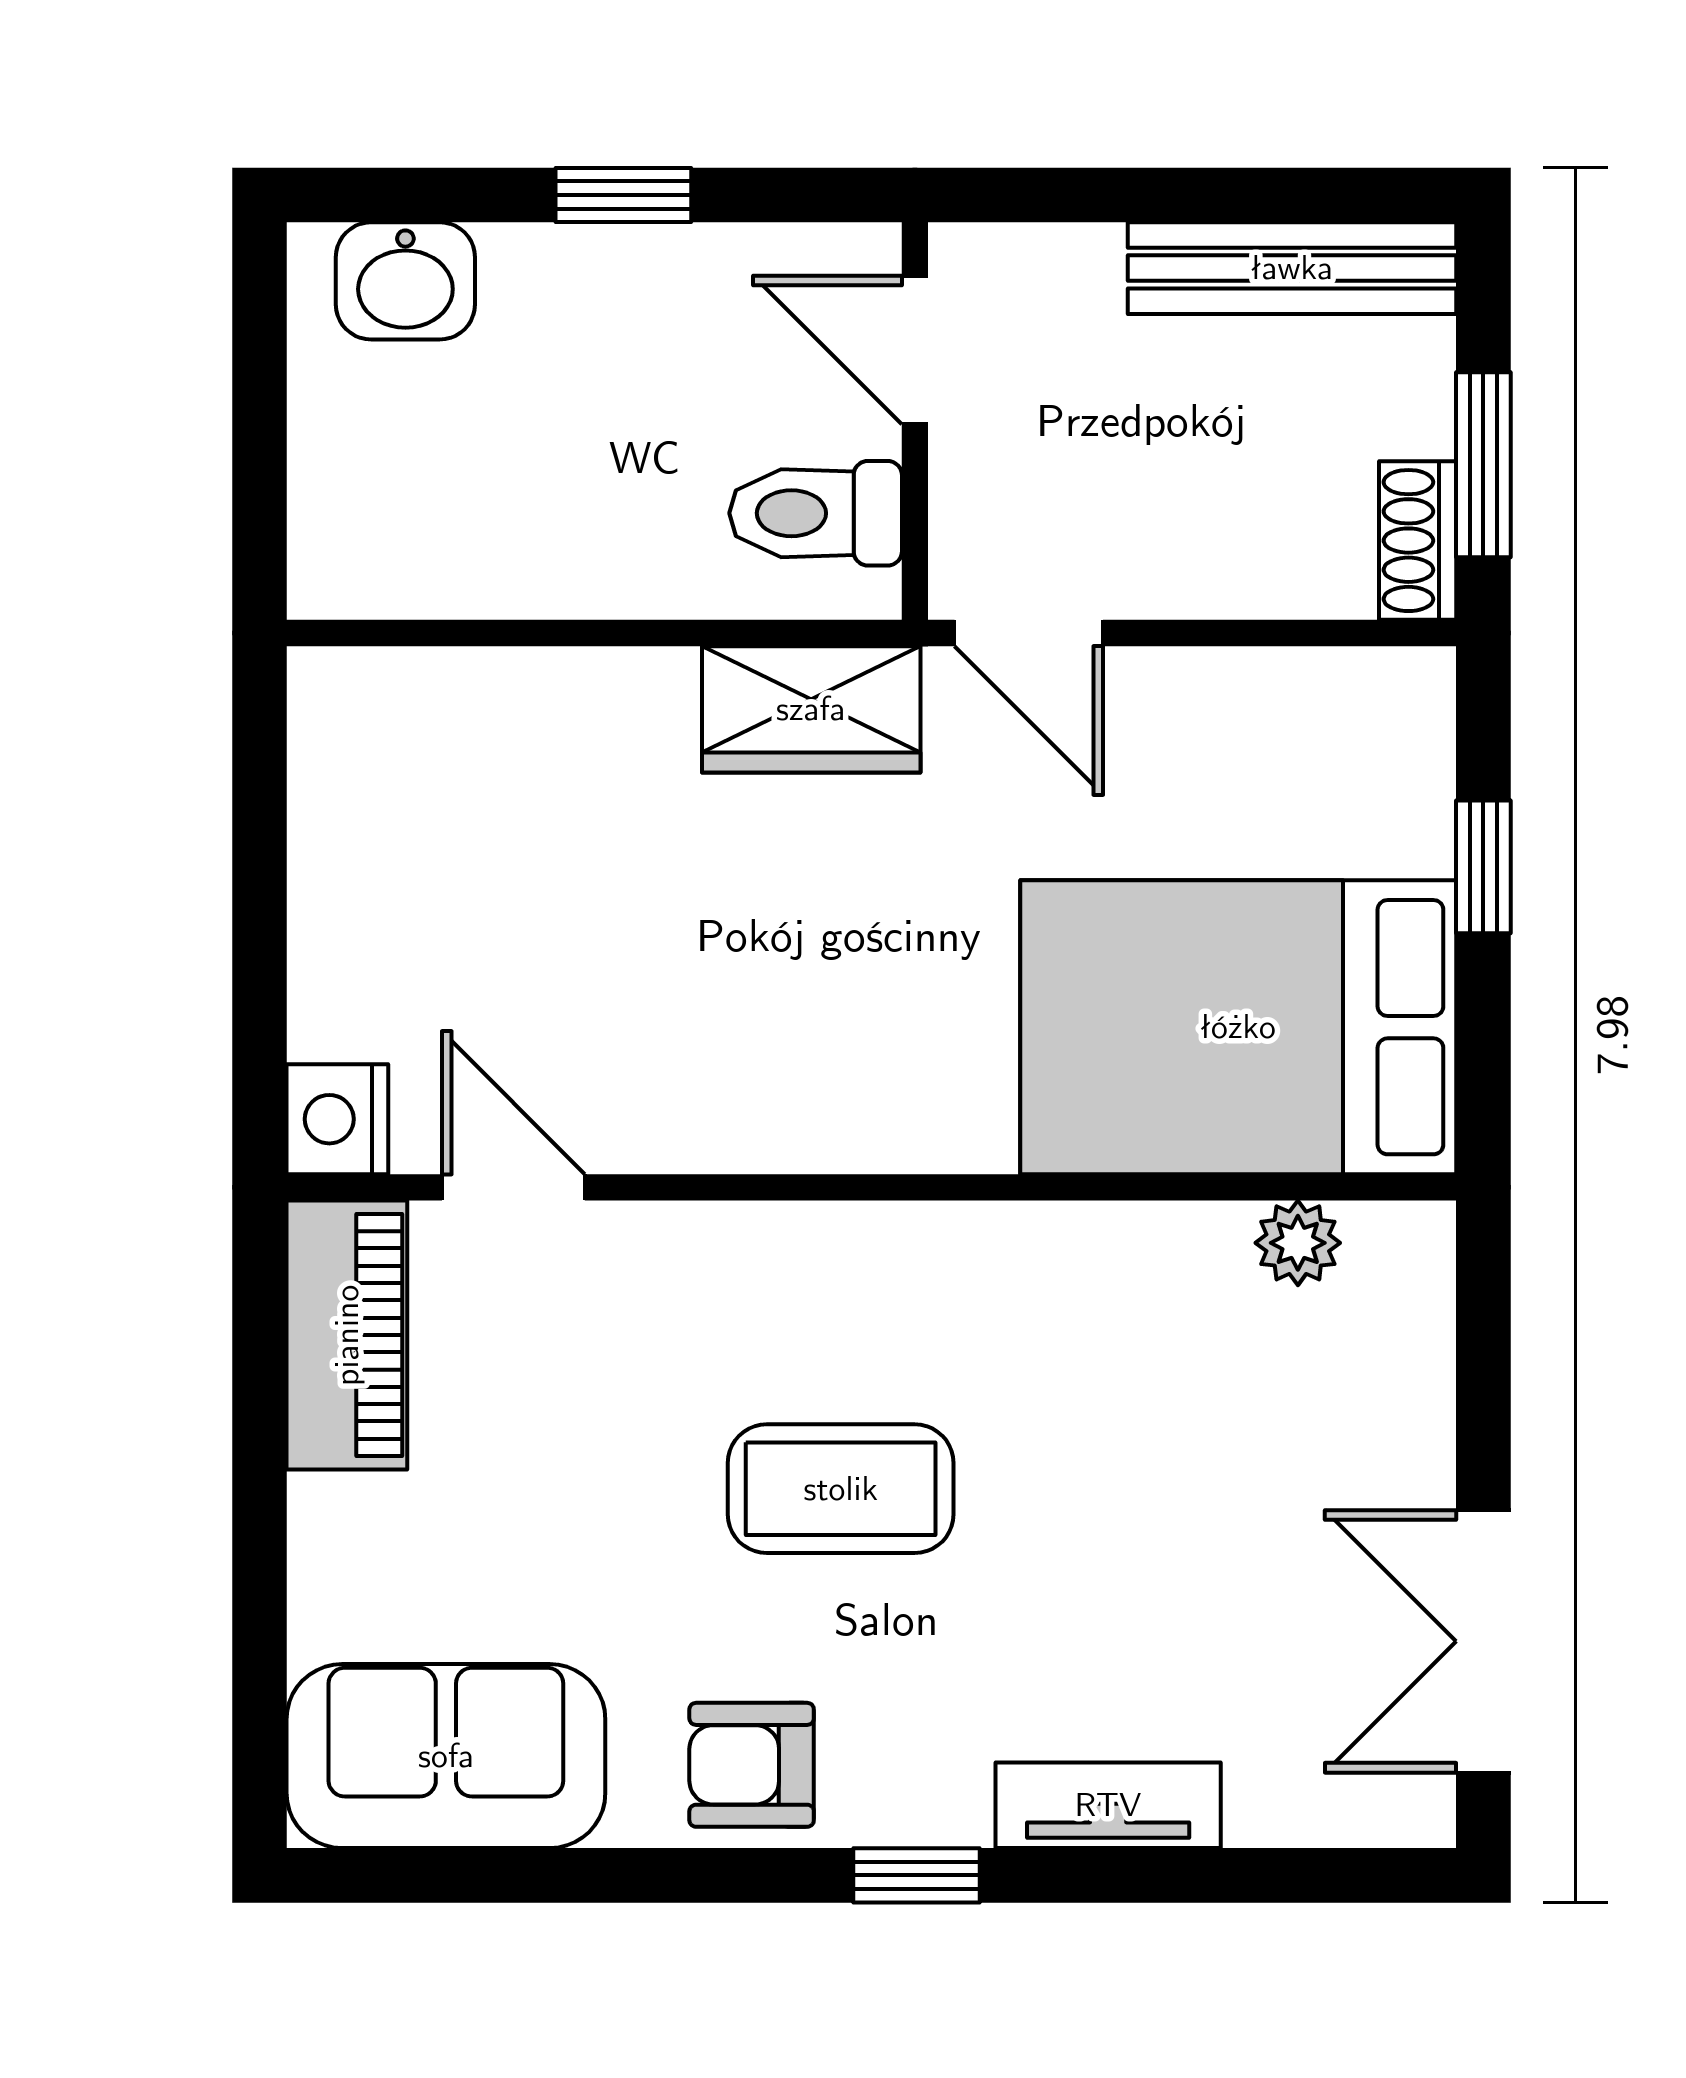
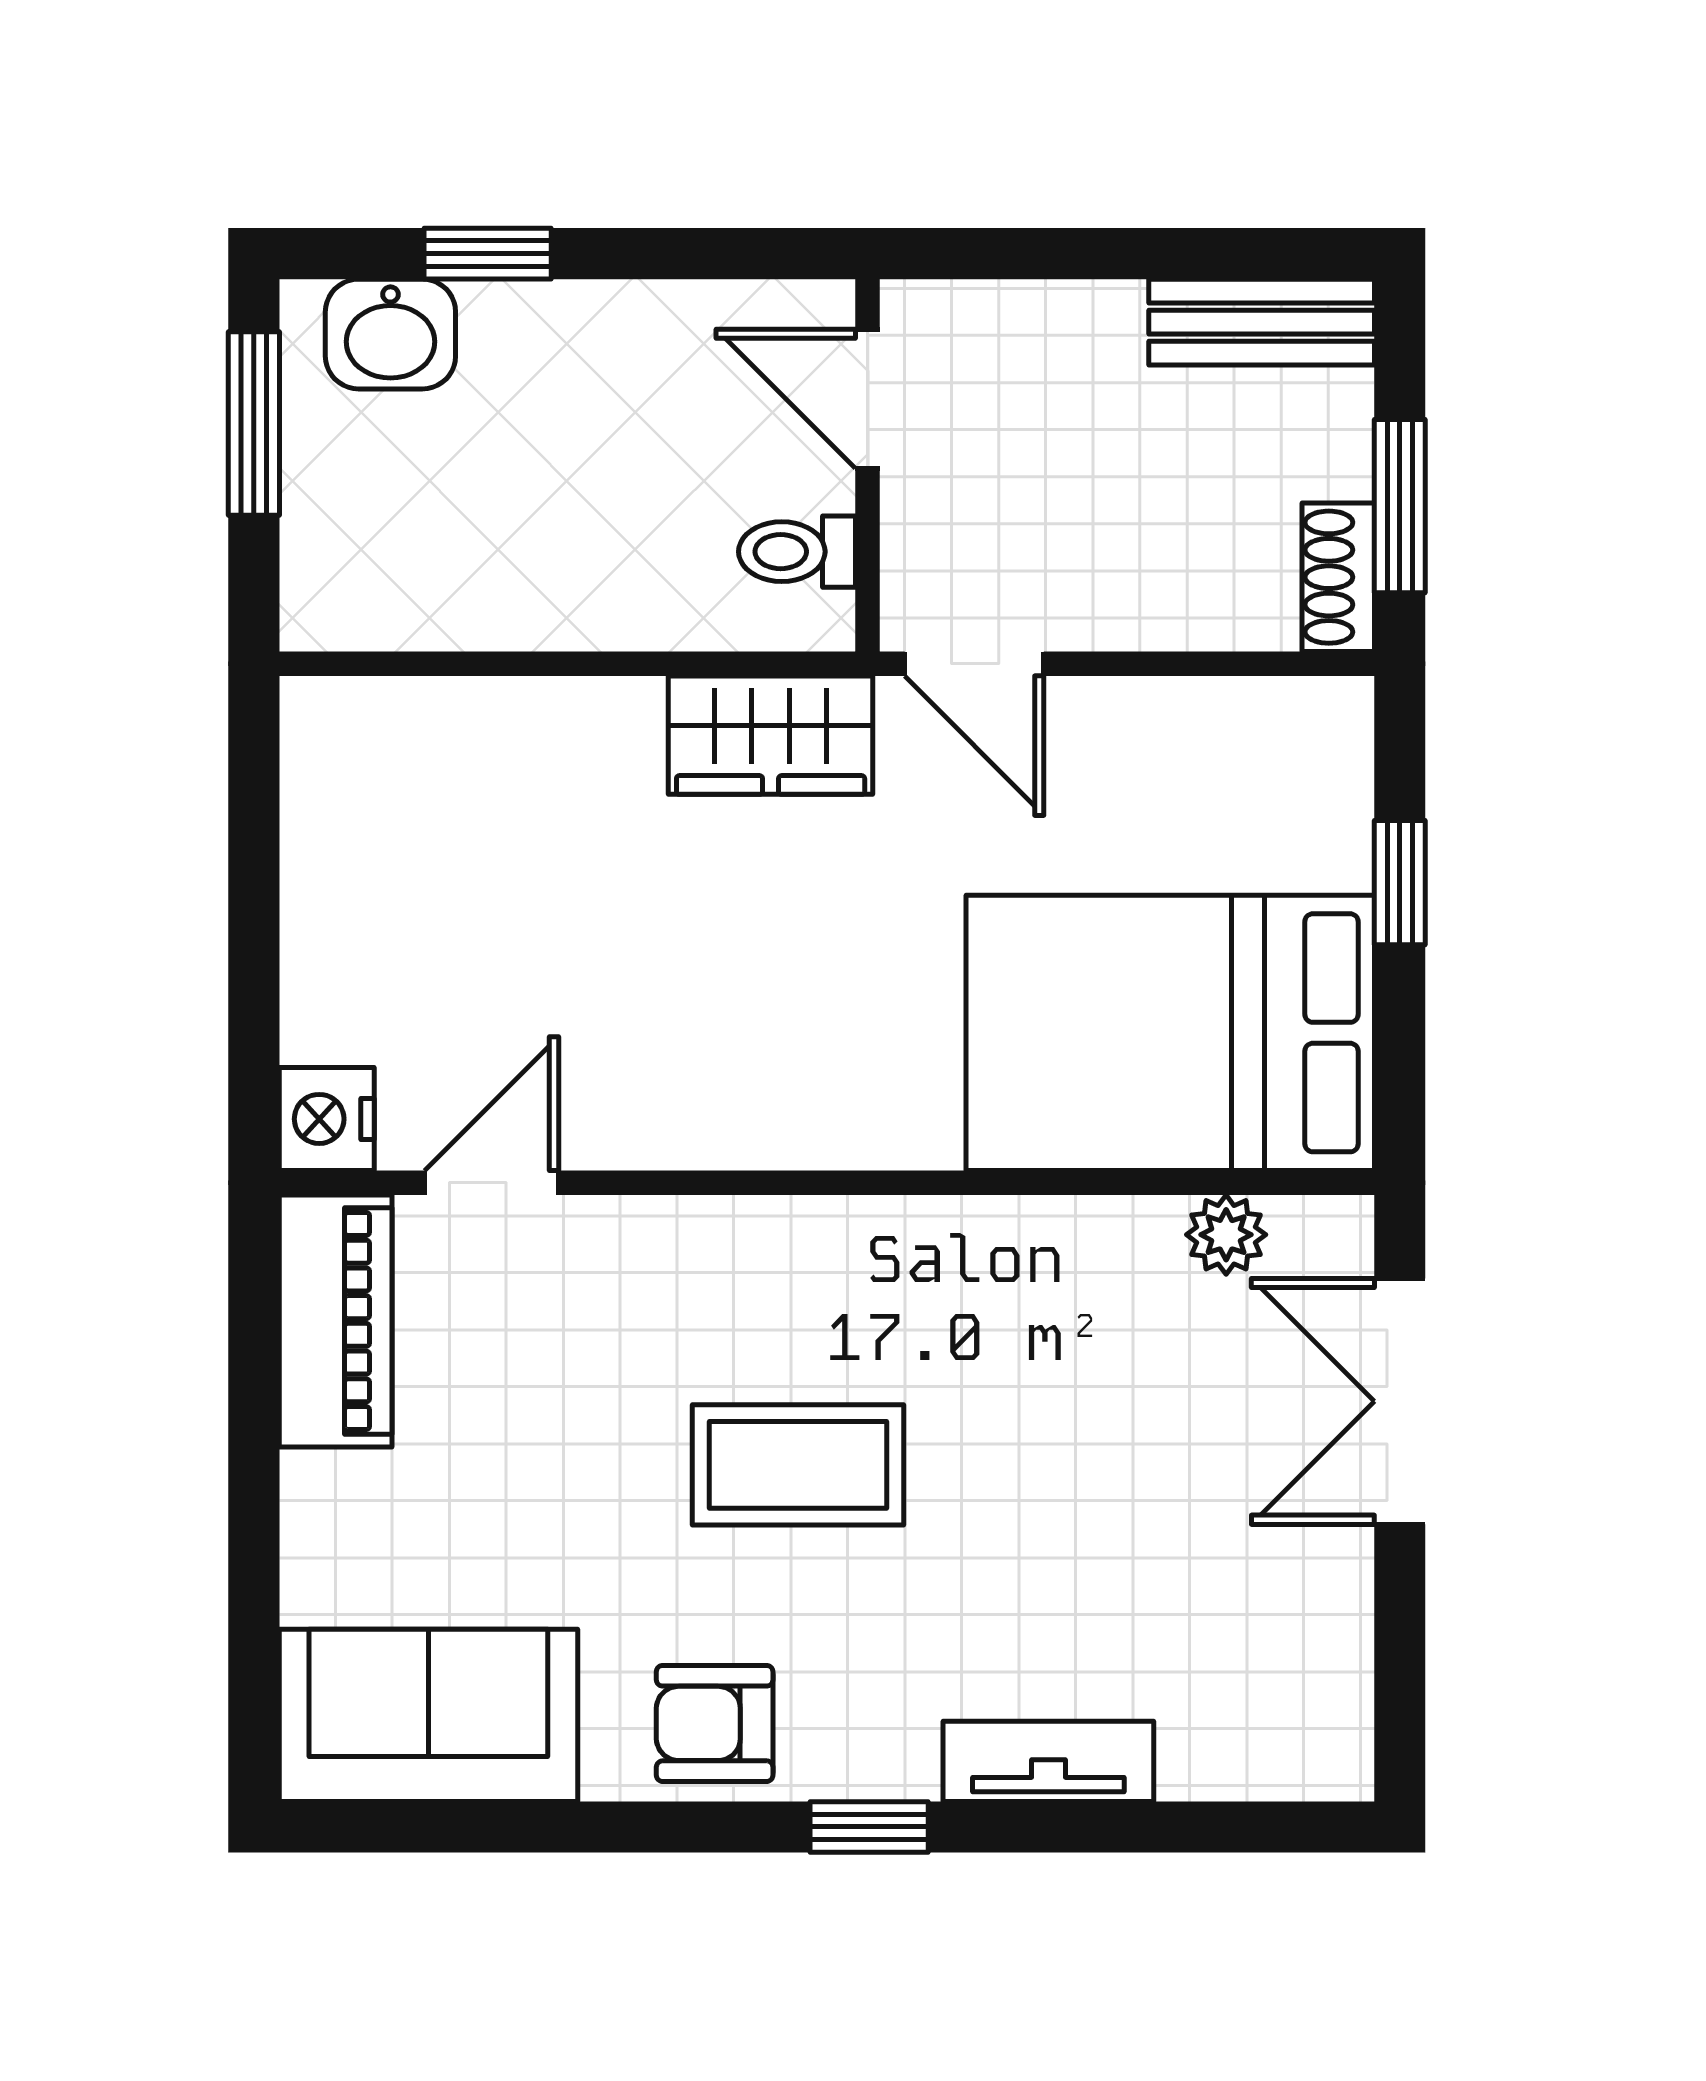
window: (623, 195) -> (488, 254), moved
bench: (1292, 268) -> (1262, 322), width x0.73
window: (259, 376) -> (254, 423), added
toilet: (816, 513) -> (797, 552), width x0.73, depth x0.72
door: (513, 1187) -> (492, 1183), hinge flipped
double door: (1483, 1641) -> (1400, 1401), moved

